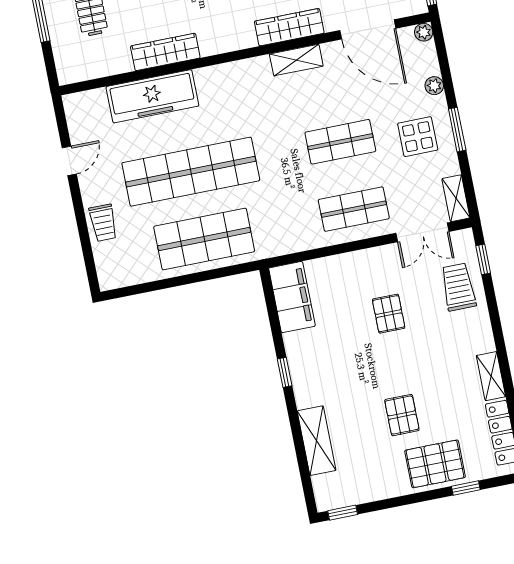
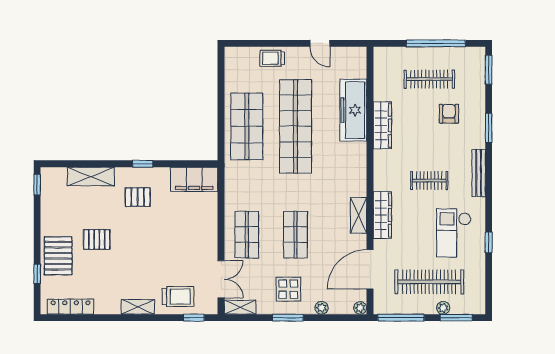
double door: (422, 232) -> (221, 279), swing flipped
pallet: (389, 314) -> (138, 197), moved
shelving: (491, 376) -> (138, 307), moved

